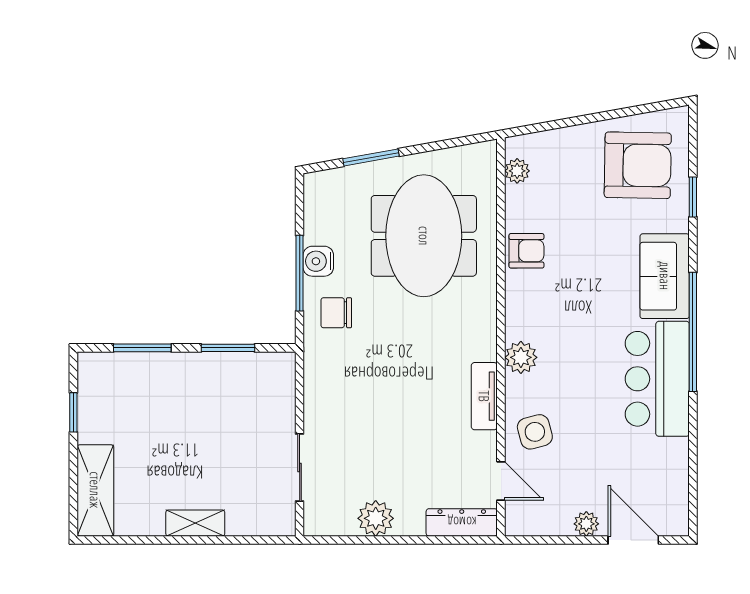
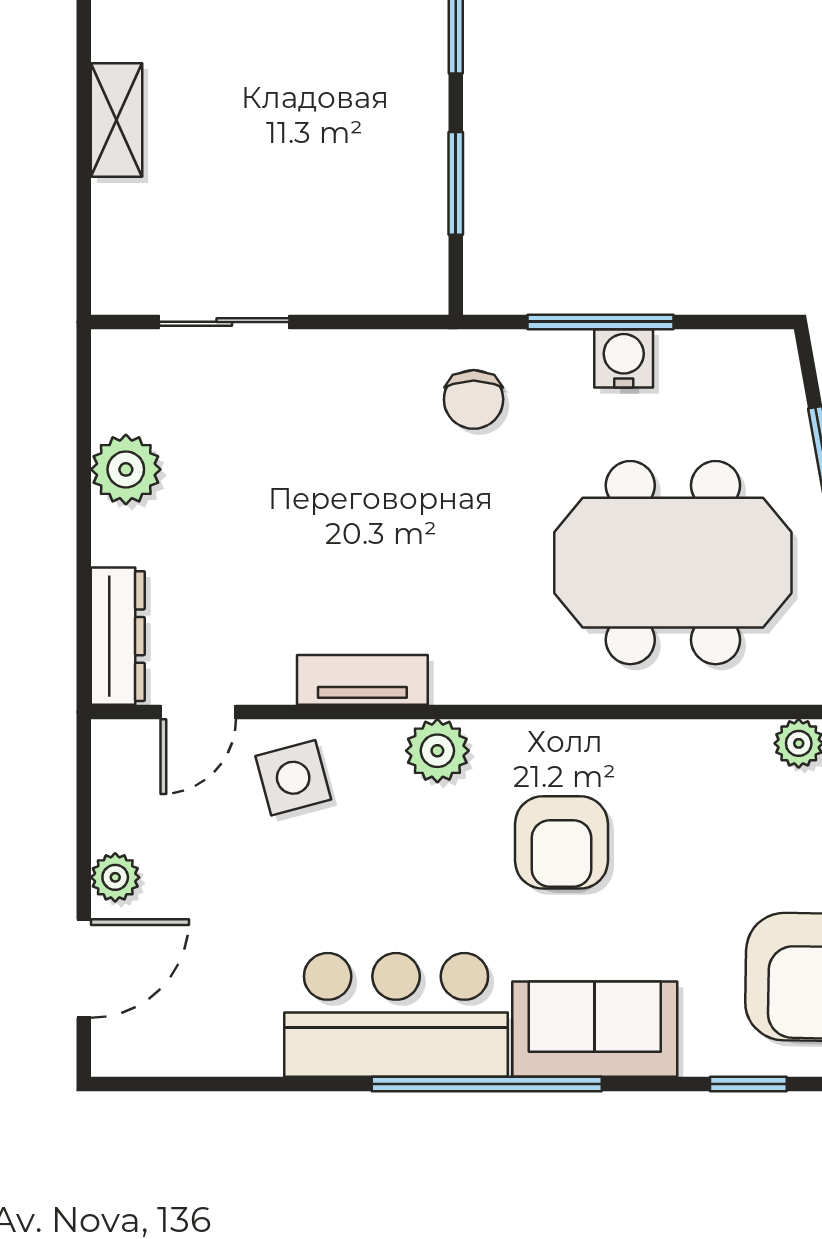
armchair: (526, 251) -> (561, 842), moved, width x1.38, depth x1.38
chair: (336, 313) -> (474, 399), moved, turned 180

